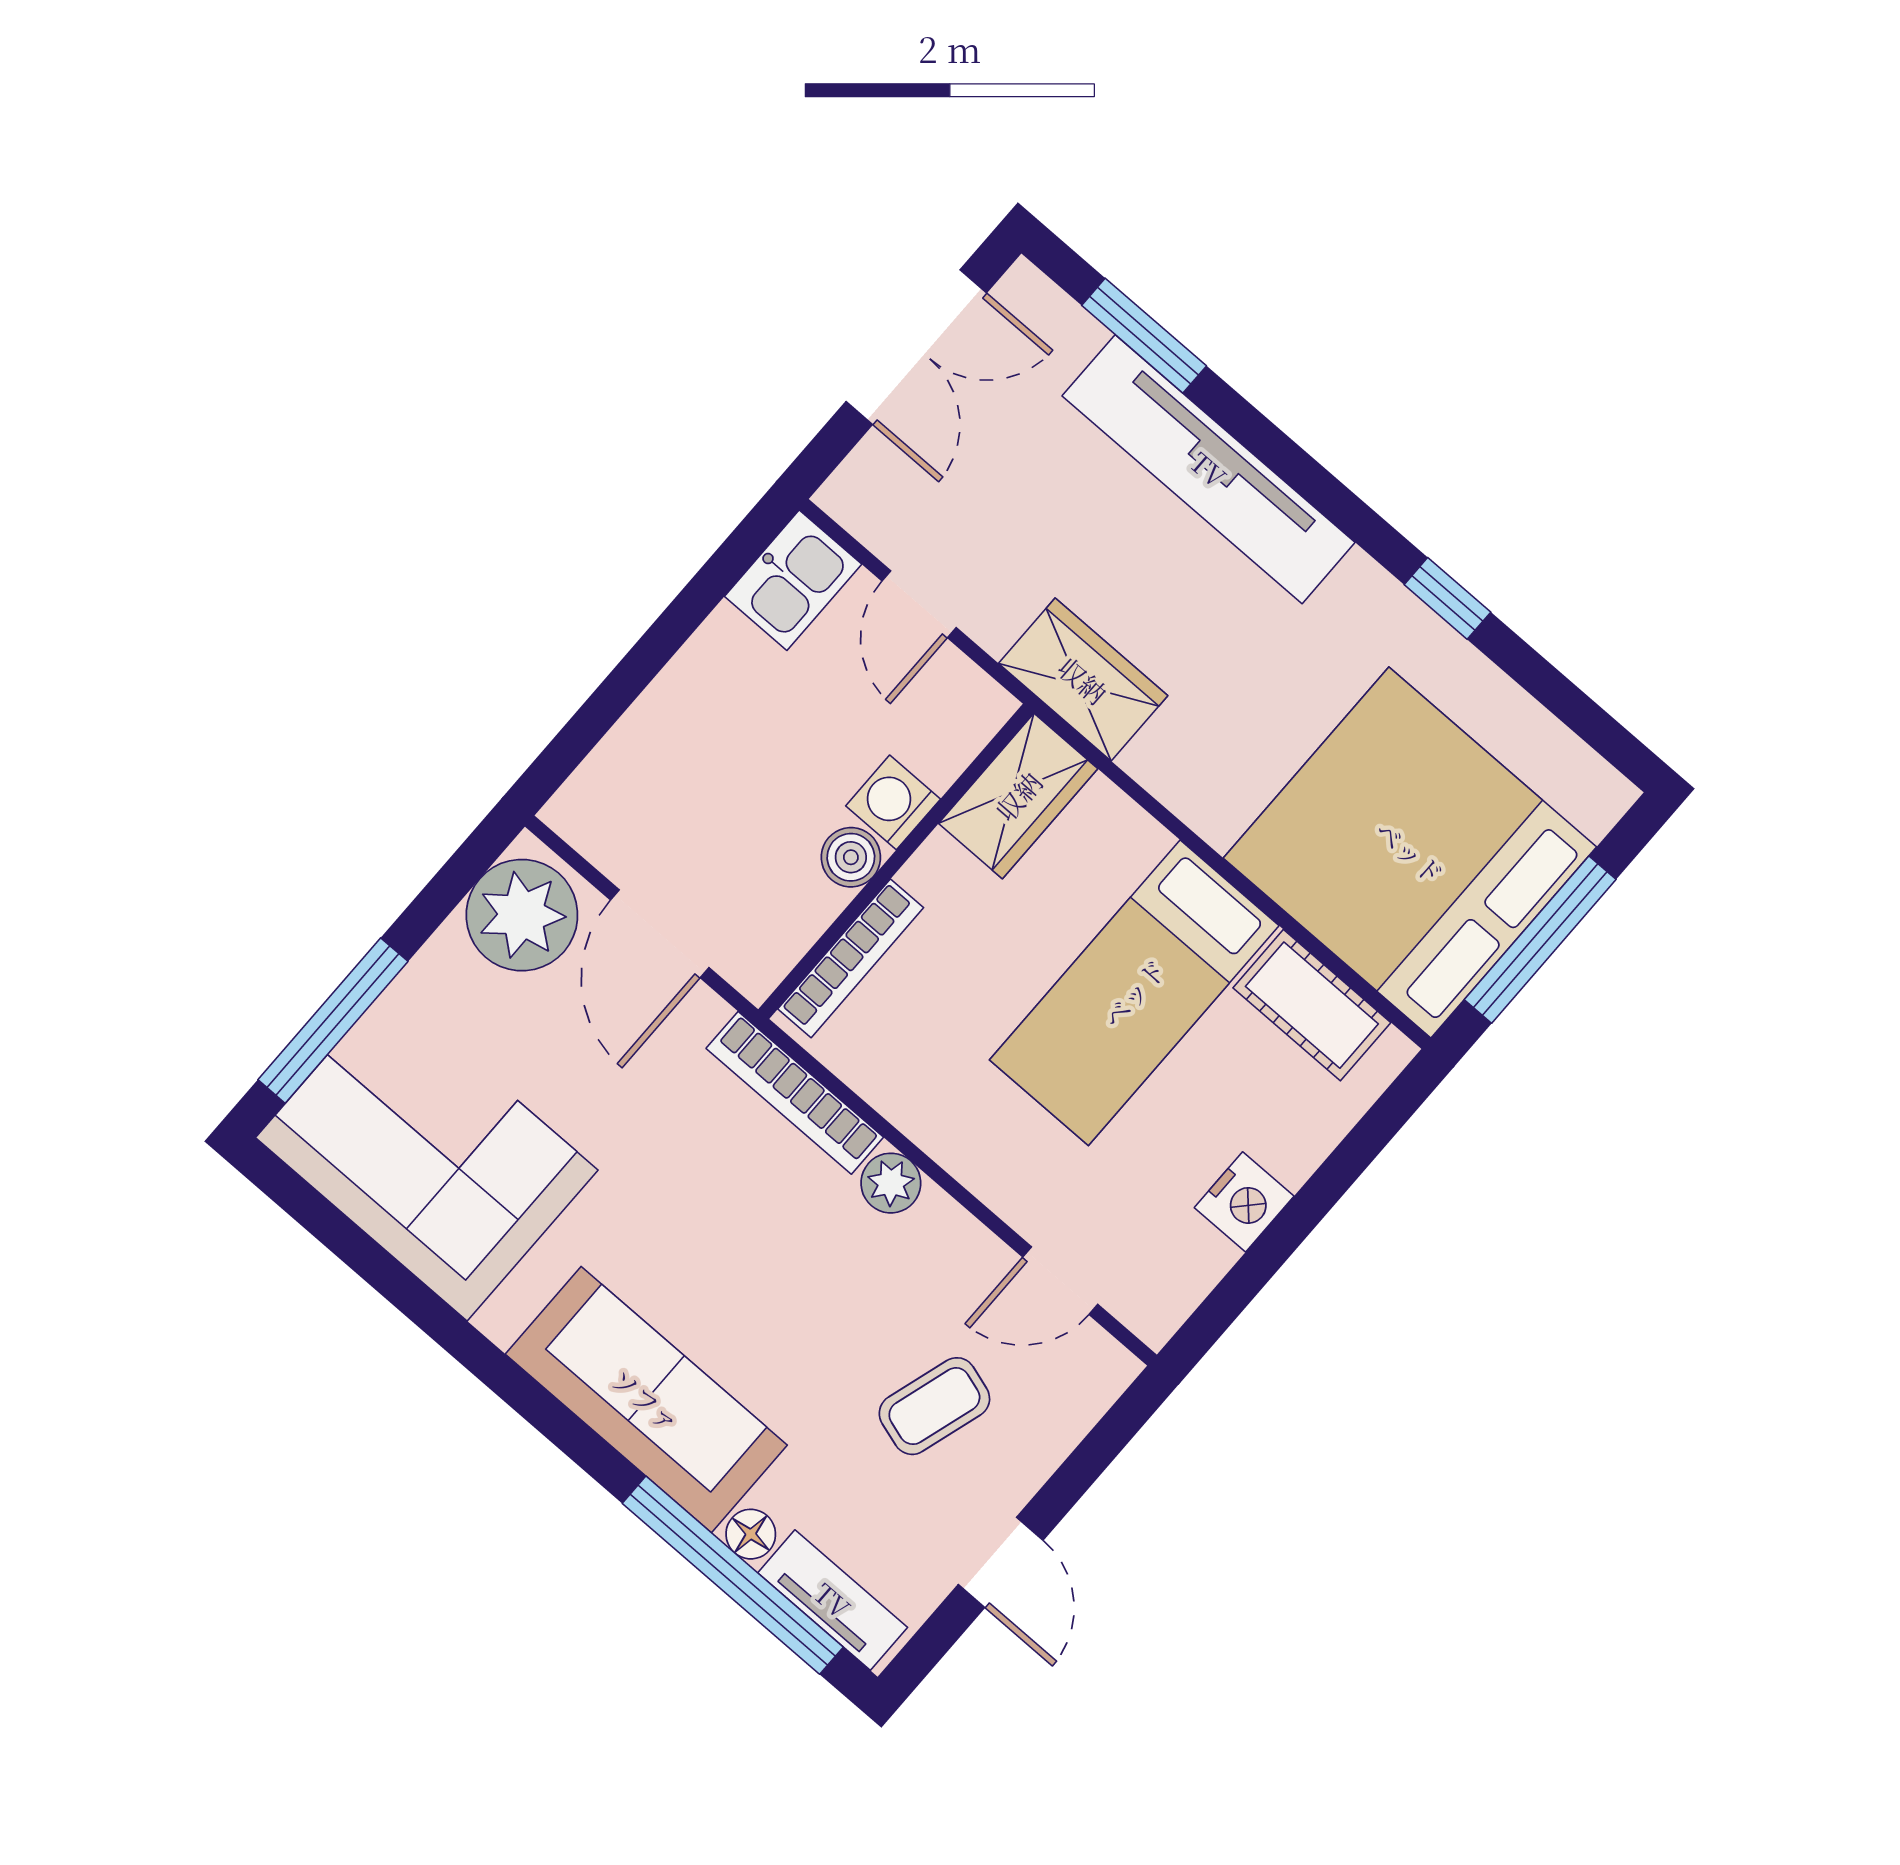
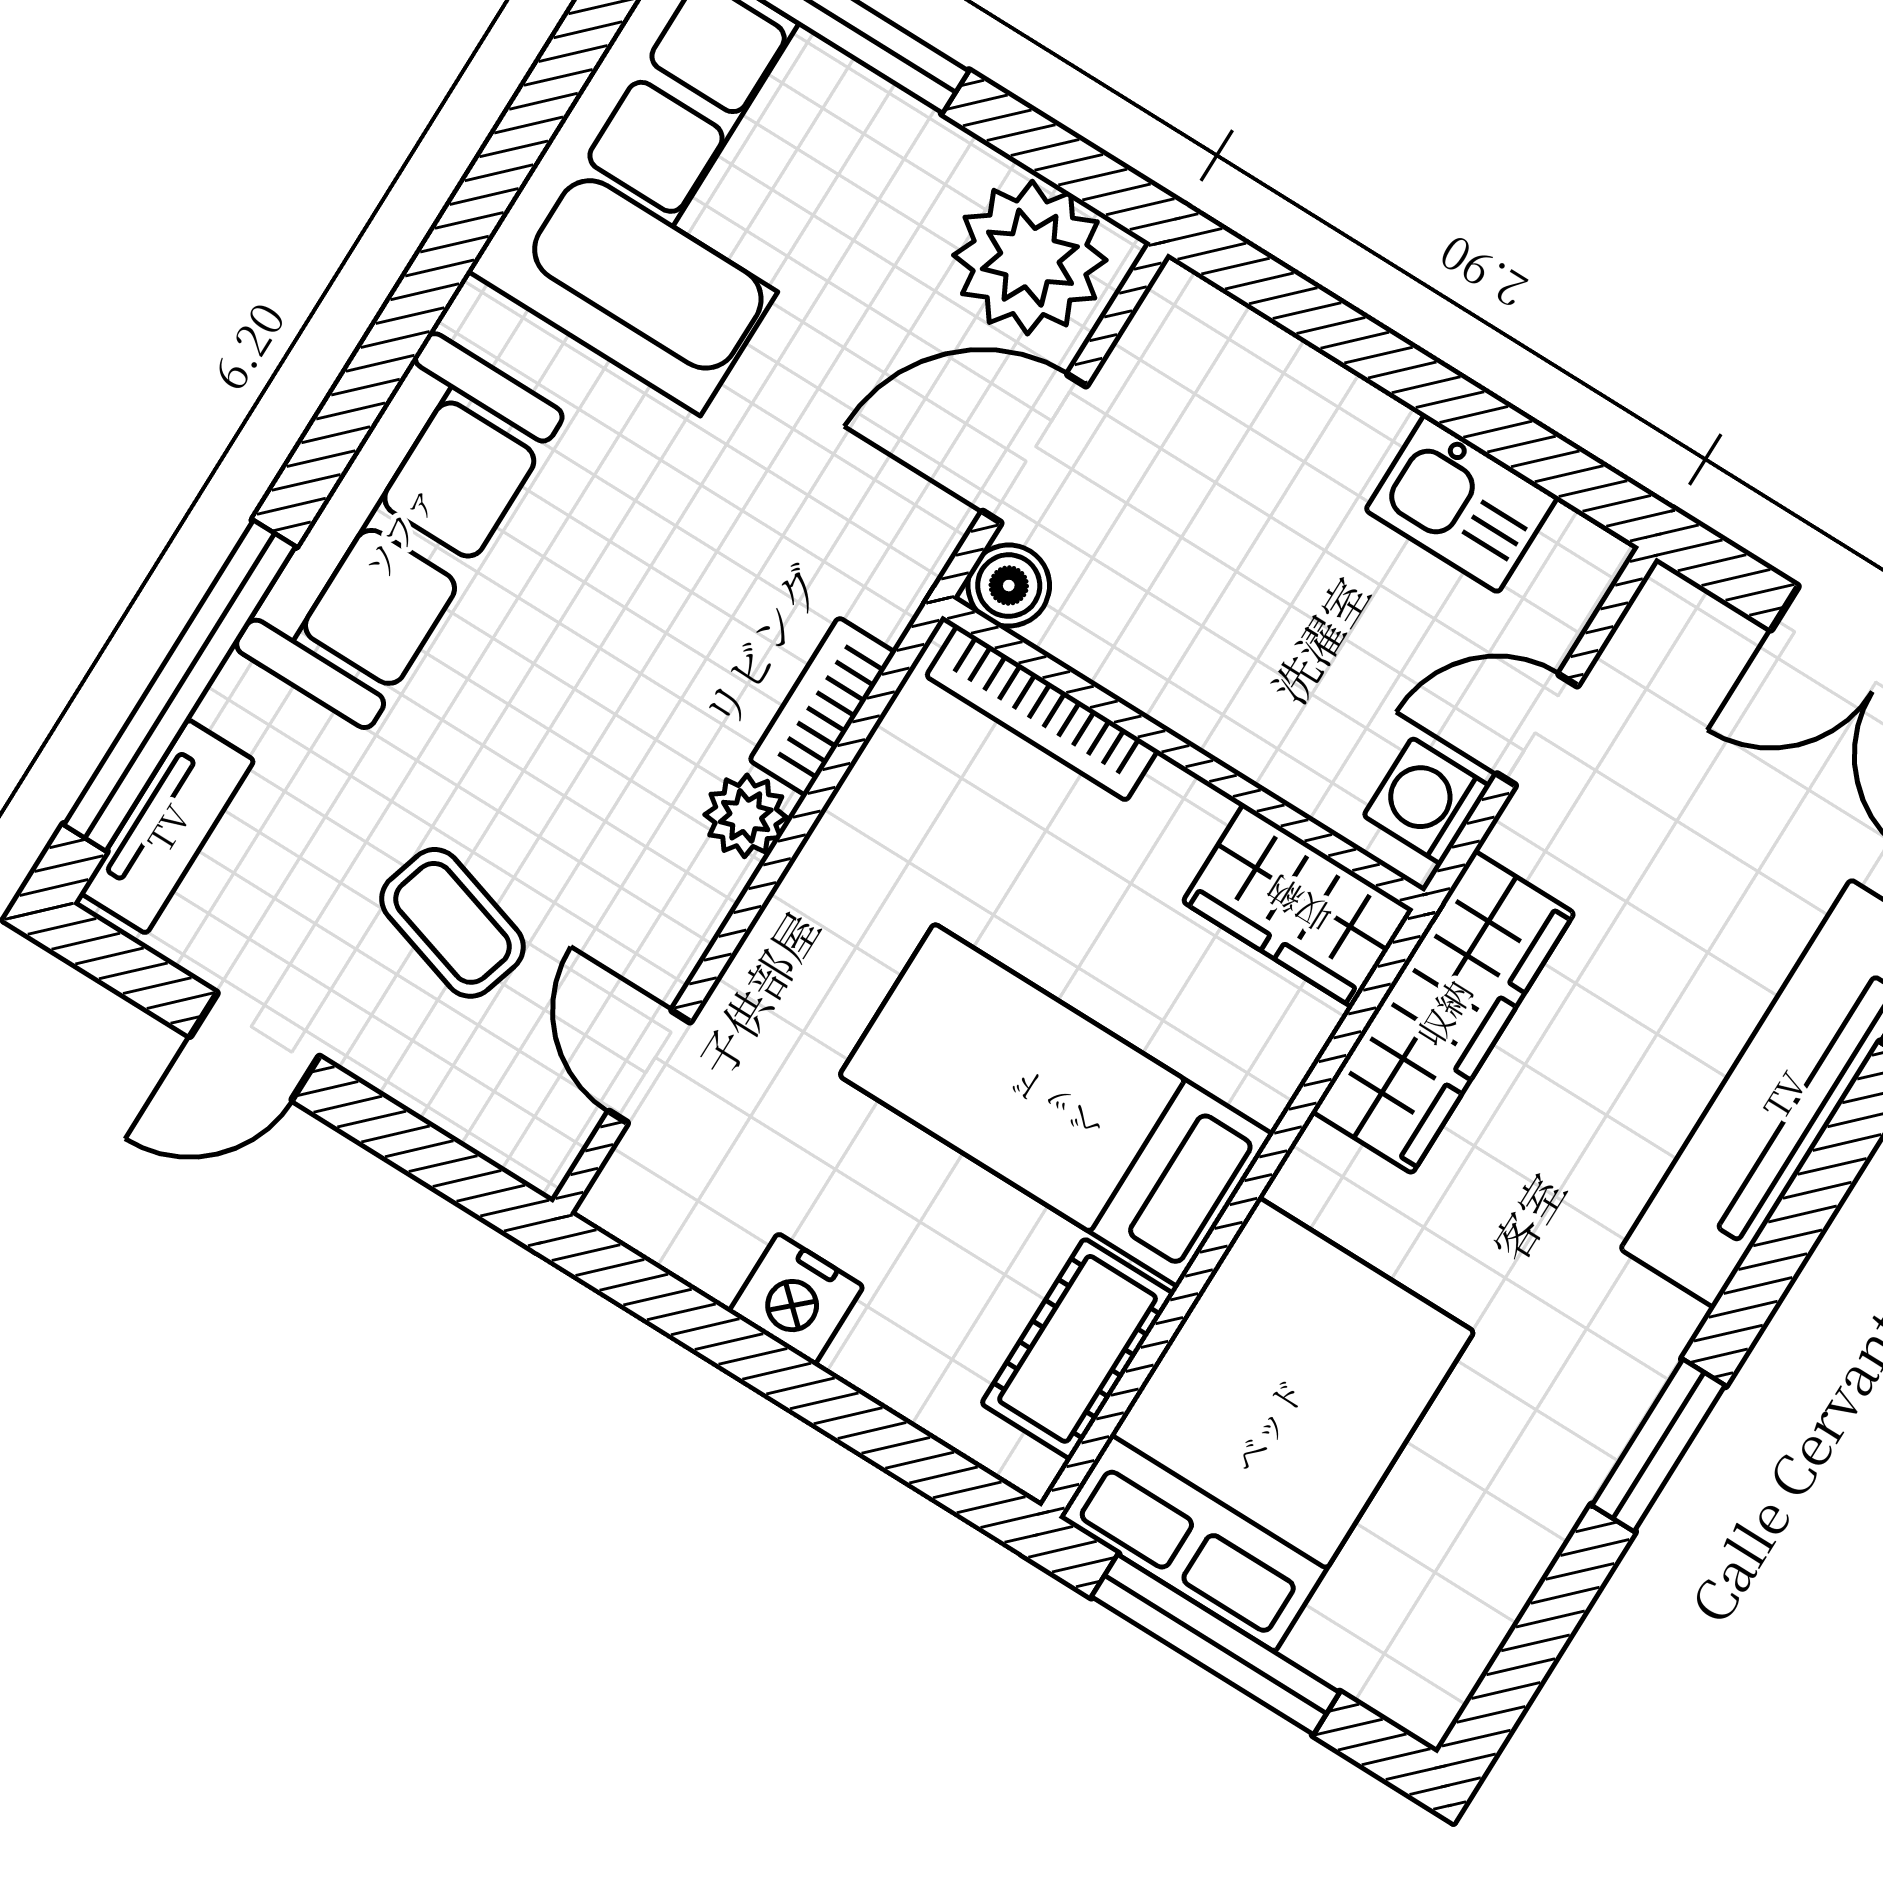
kitchen sink: (793, 580) -> (1462, 503), moved
window: (1447, 598) -> (1659, 1445), width x1.50
wardrobe: (1083, 680) -> (1443, 1012), width x1.50
washing machine: (893, 802) -> (1427, 801), moved, turned -90
bed: (1410, 852) -> (1267, 1425), width x0.73
boiler: (851, 857) -> (1009, 586), moved
bookcase: (795, 1093) -> (822, 706), width x0.64
floor lamp: (751, 1534) -> (239, 701), removed

